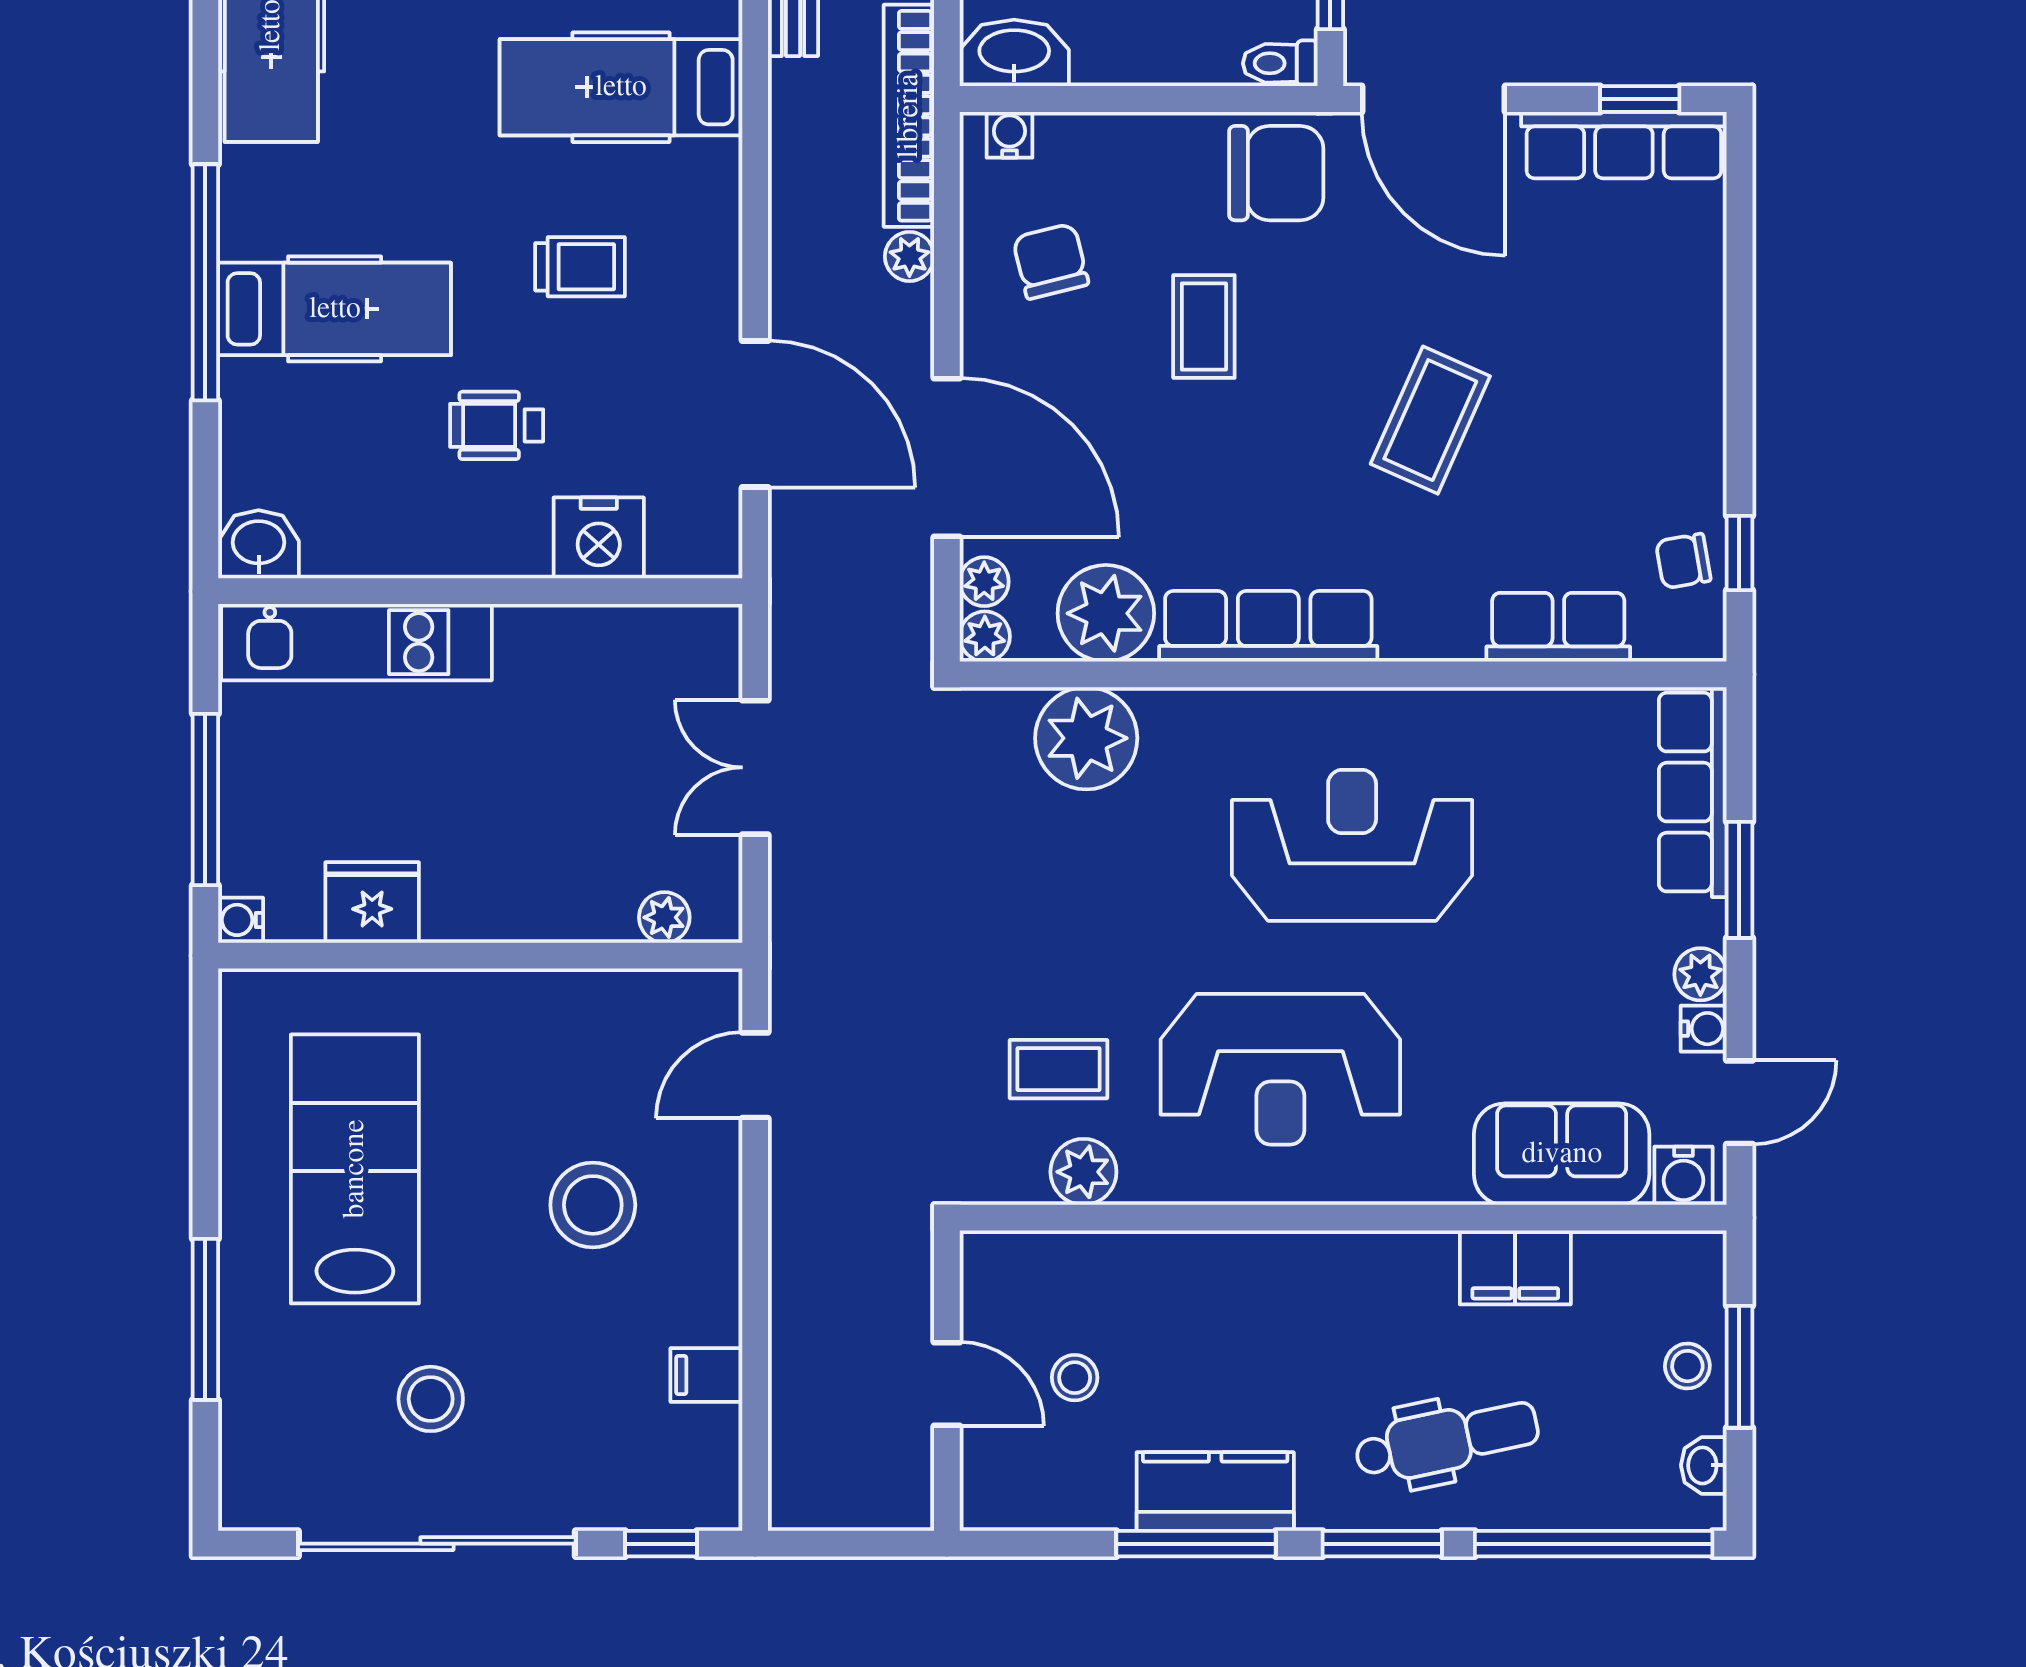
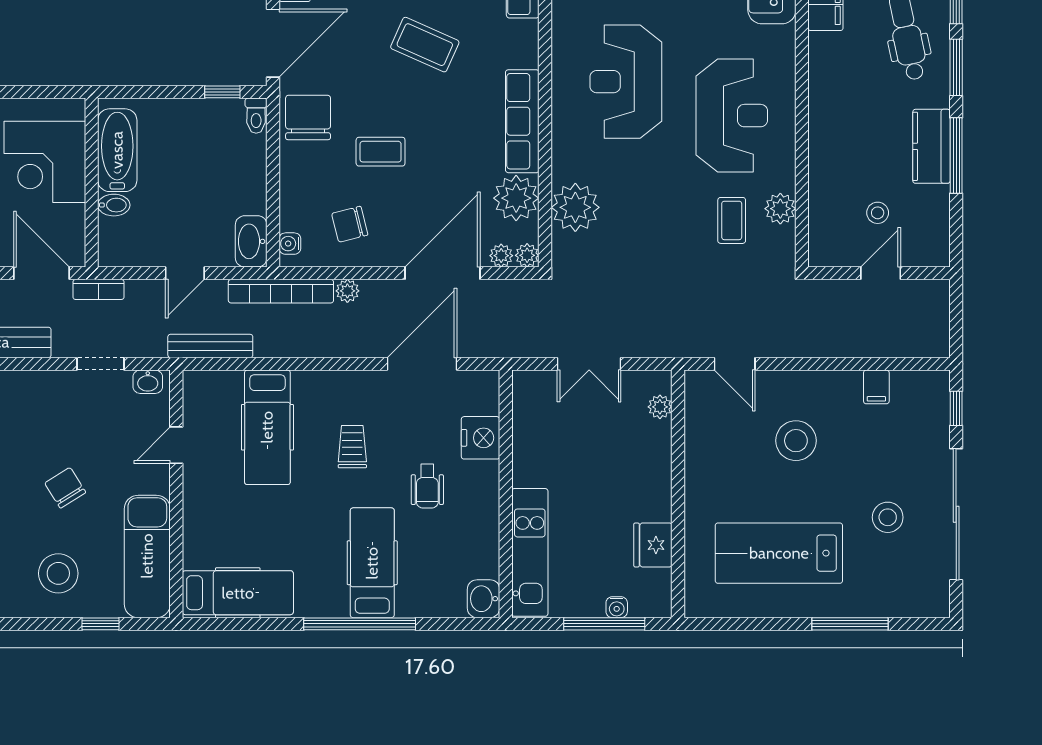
water cooler: (241, 920) -> (617, 607), moved

